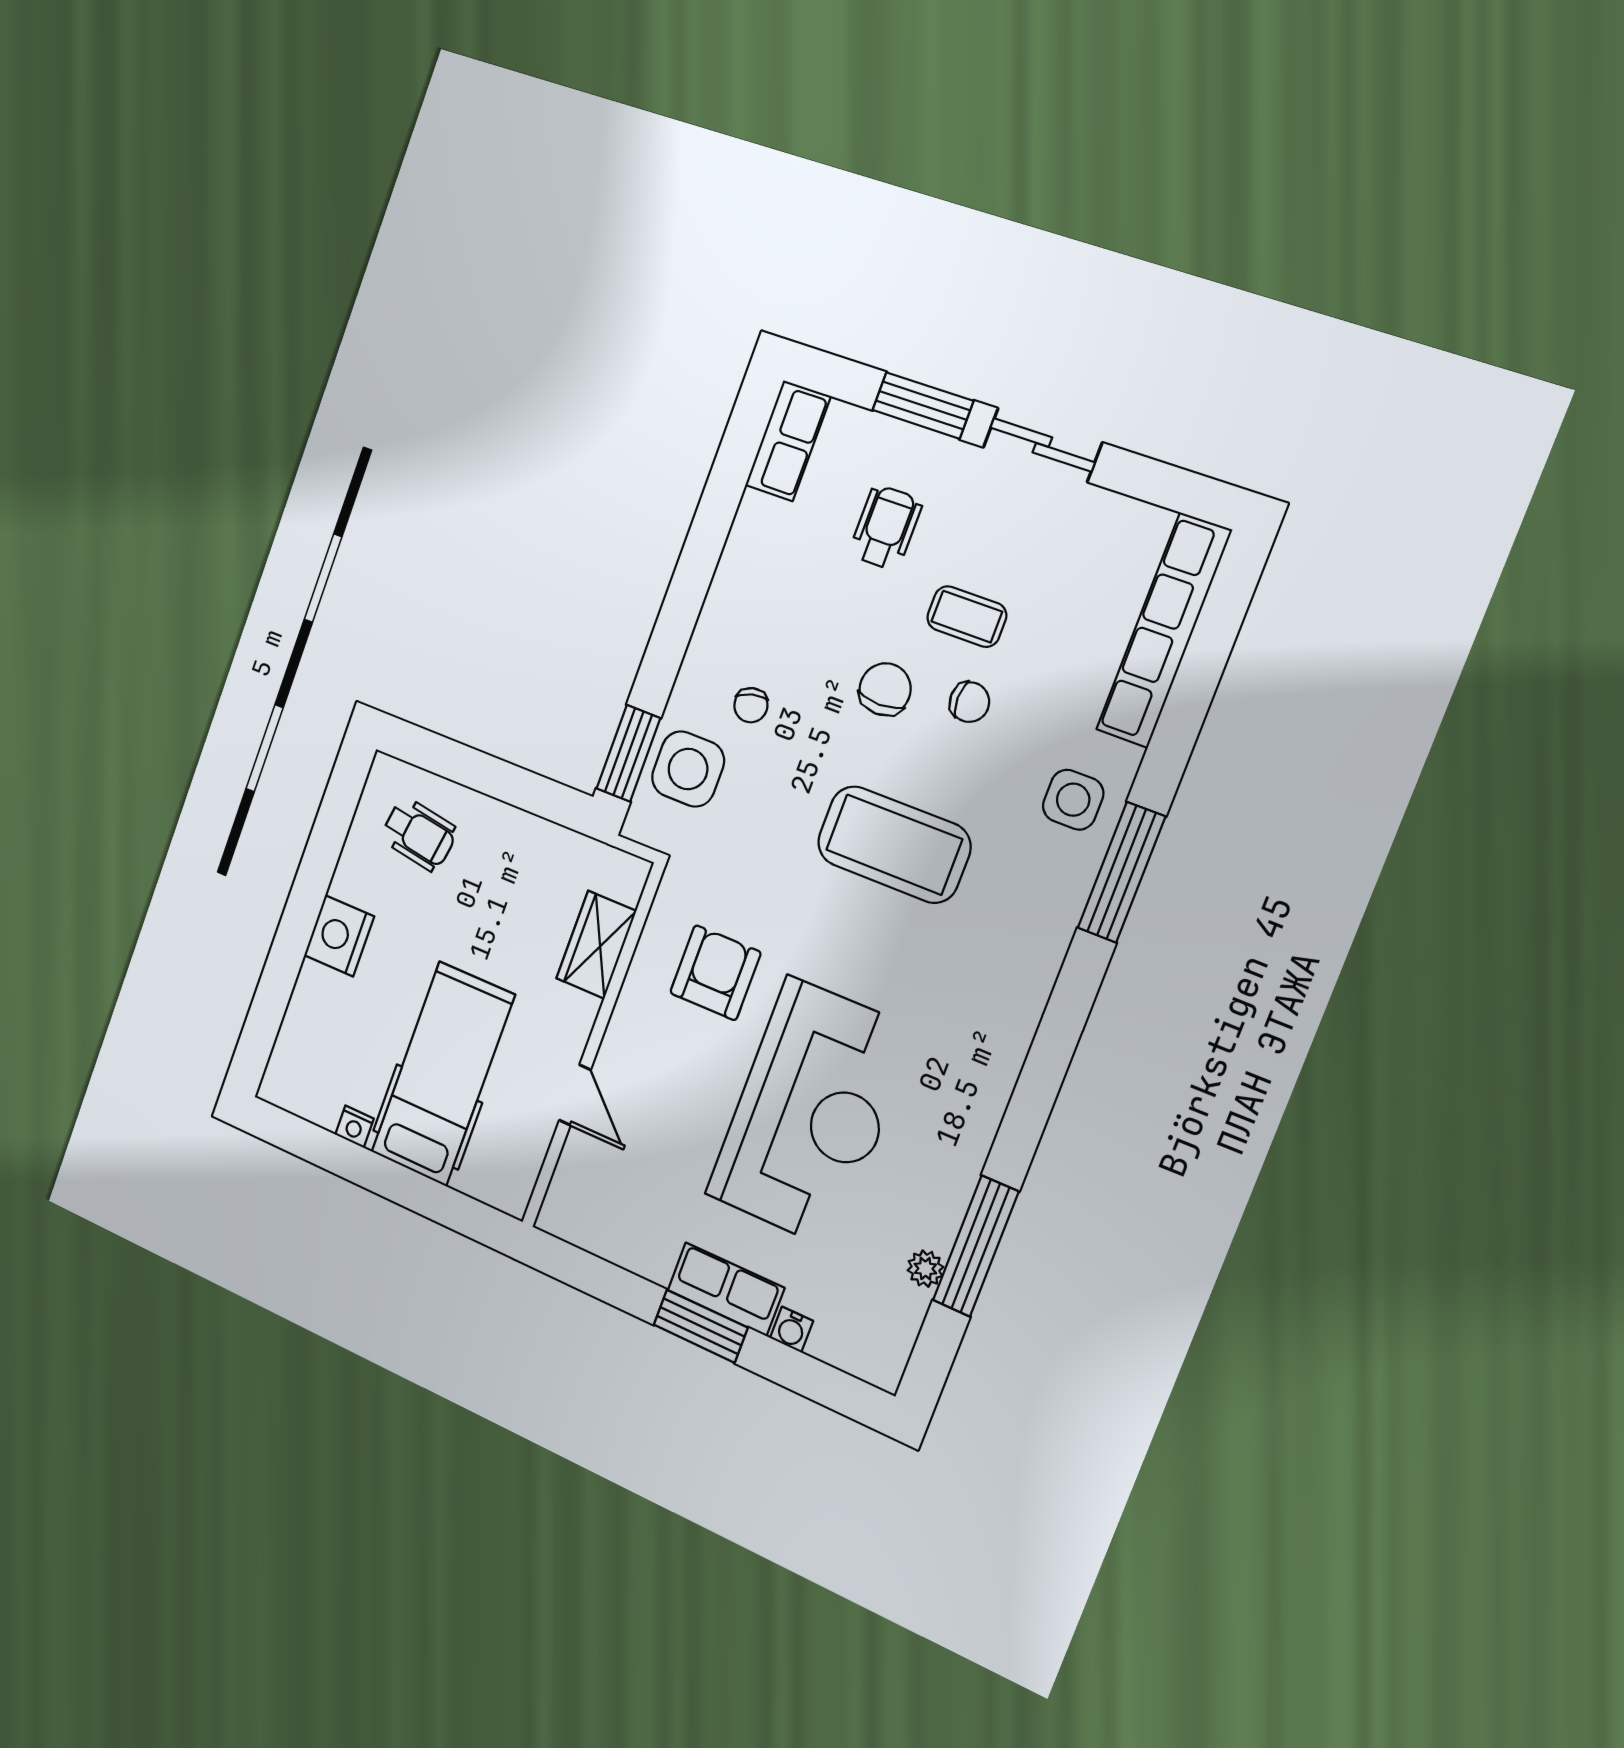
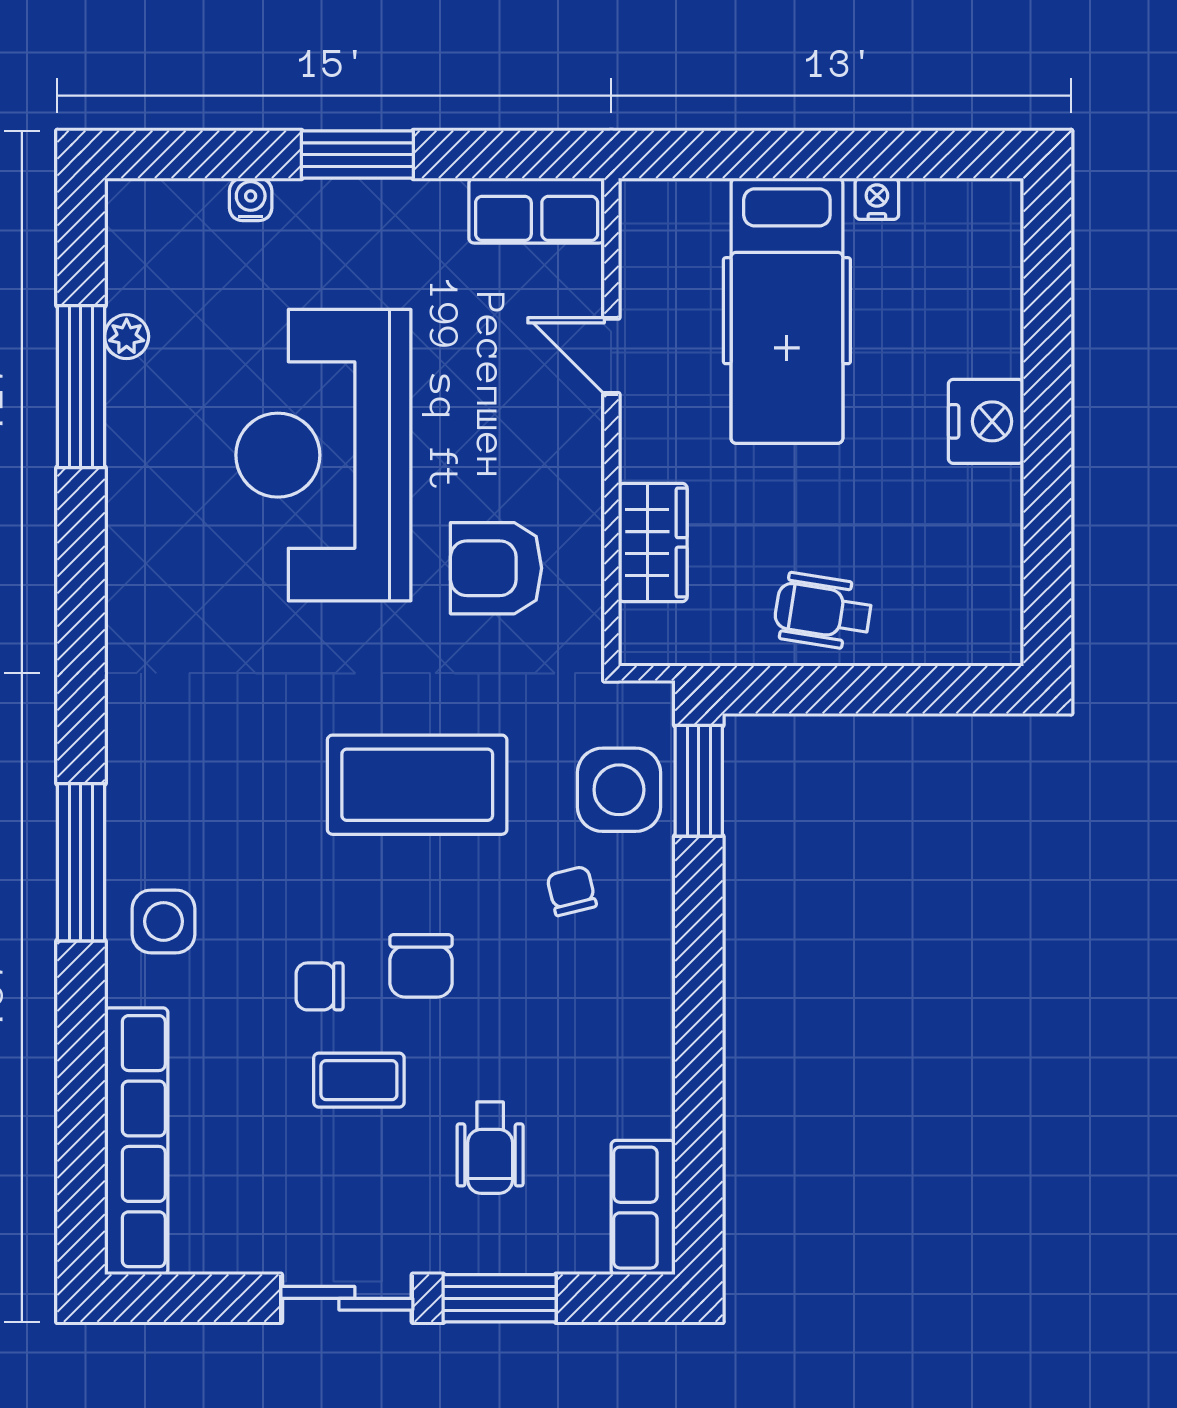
wheelchair: (419, 834) -> (823, 611), moved
coffee table: (894, 844) -> (417, 785), moved
armchair: (715, 973) -> (496, 568), turned 90
row of seats: (726, 1289) -> (537, 211), moved

